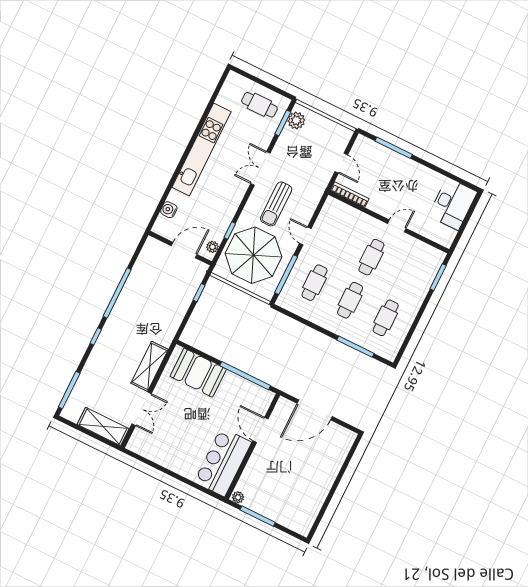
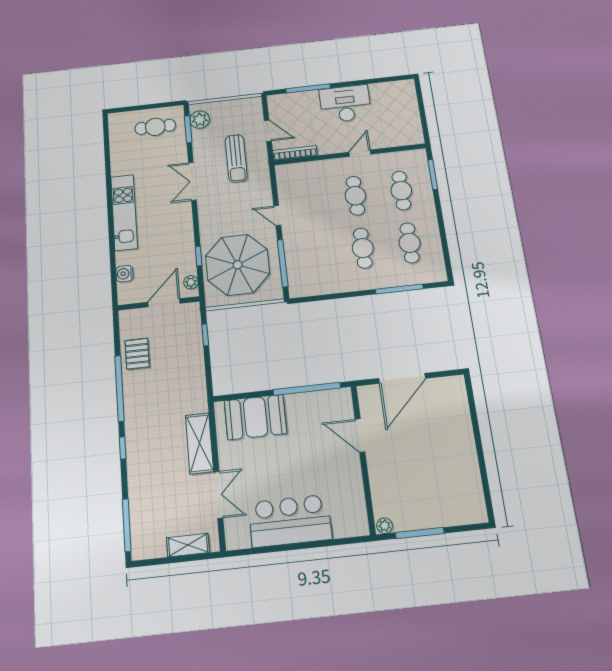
kitchen unit: (201, 150) -> (124, 212), width x0.73
sun lounger: (276, 204) -> (236, 158), moved
desk: (453, 204) -> (345, 104), moved, turned -90
pallet: (144, 276) -> (137, 354), added
cafe table: (315, 283) -> (401, 191), moved
shelving: (103, 426) -> (188, 545), width x0.67, depth x0.75
bar counter: (223, 462) -> (290, 521), moved, turned 90

